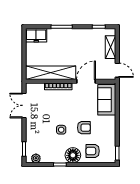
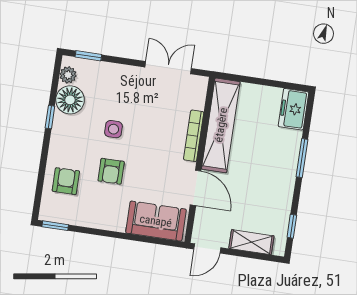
floor lamp: (73, 155) -> (70, 100), moved

